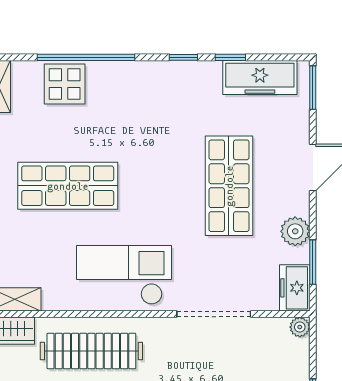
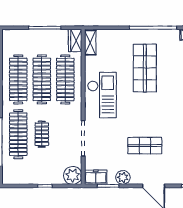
shop shelf: (229, 186) -> (145, 146), width x0.70, depth x0.74
plant: (300, 327) -> (73, 175), width x1.88, depth x1.88

